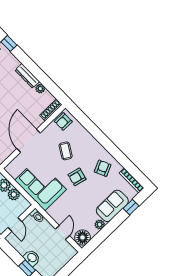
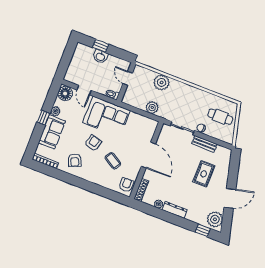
corner sofa: (41, 185) -> (107, 116), moved
plant: (14, 194) -> (140, 104), removed
window: (131, 207) -> (43, 118), moved

